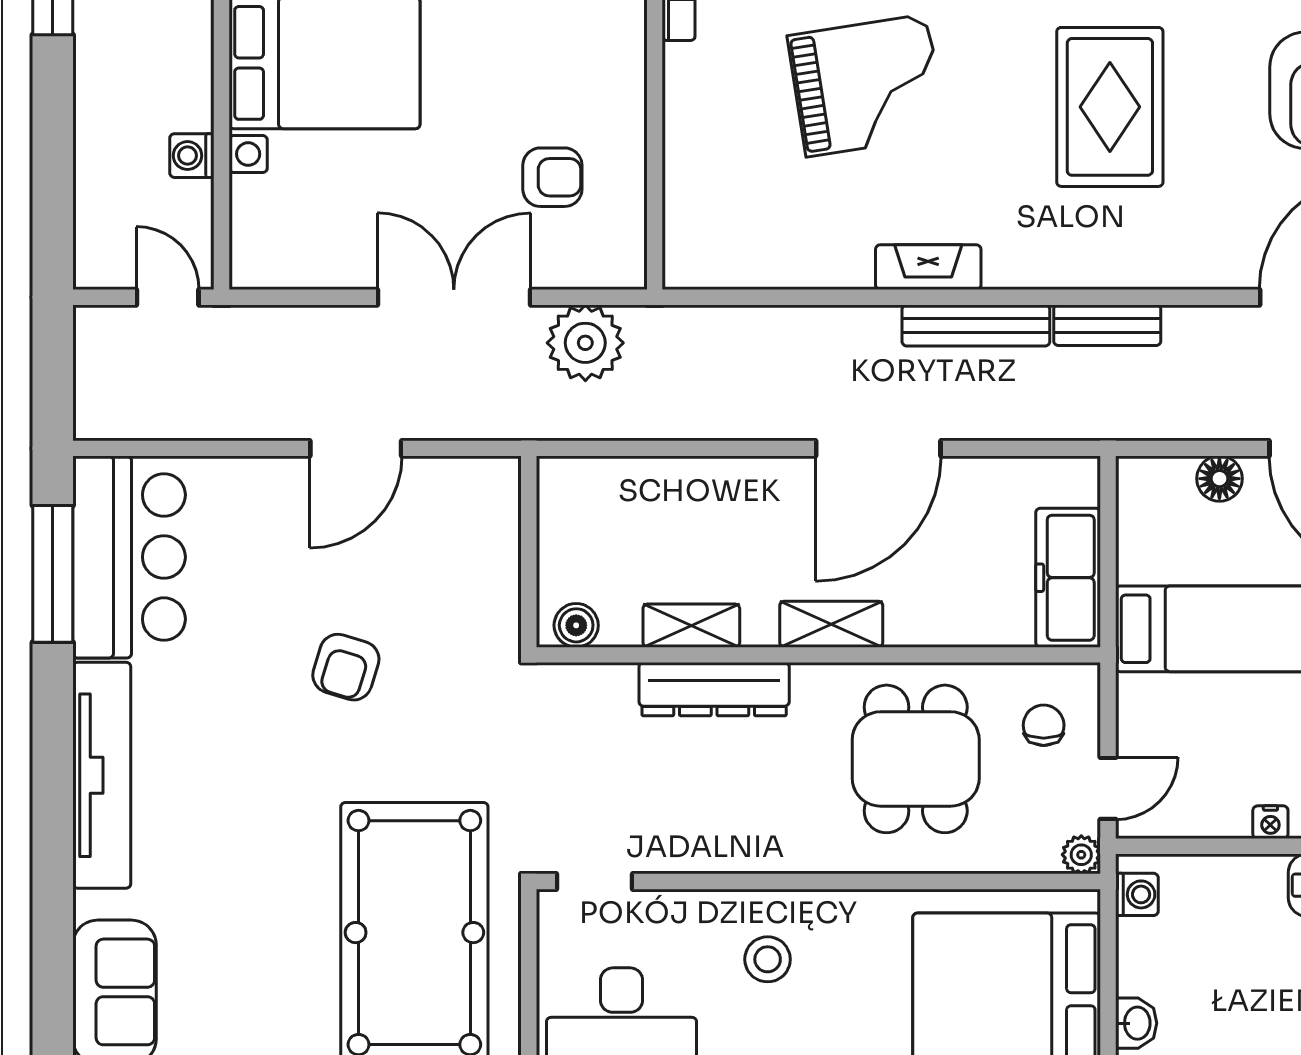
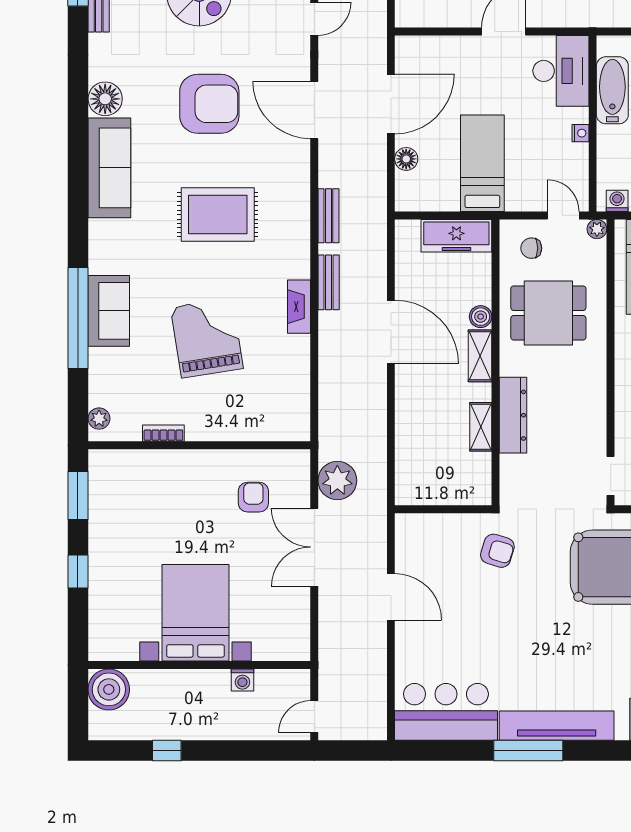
door: (168, 297) -> (314, 717), moved
bench: (976, 325) -> (329, 282), width x0.73
window: (53, 574) -> (528, 751), moved
boiler: (576, 625) -> (481, 317), moved
armchair: (346, 667) -> (497, 551), moved

